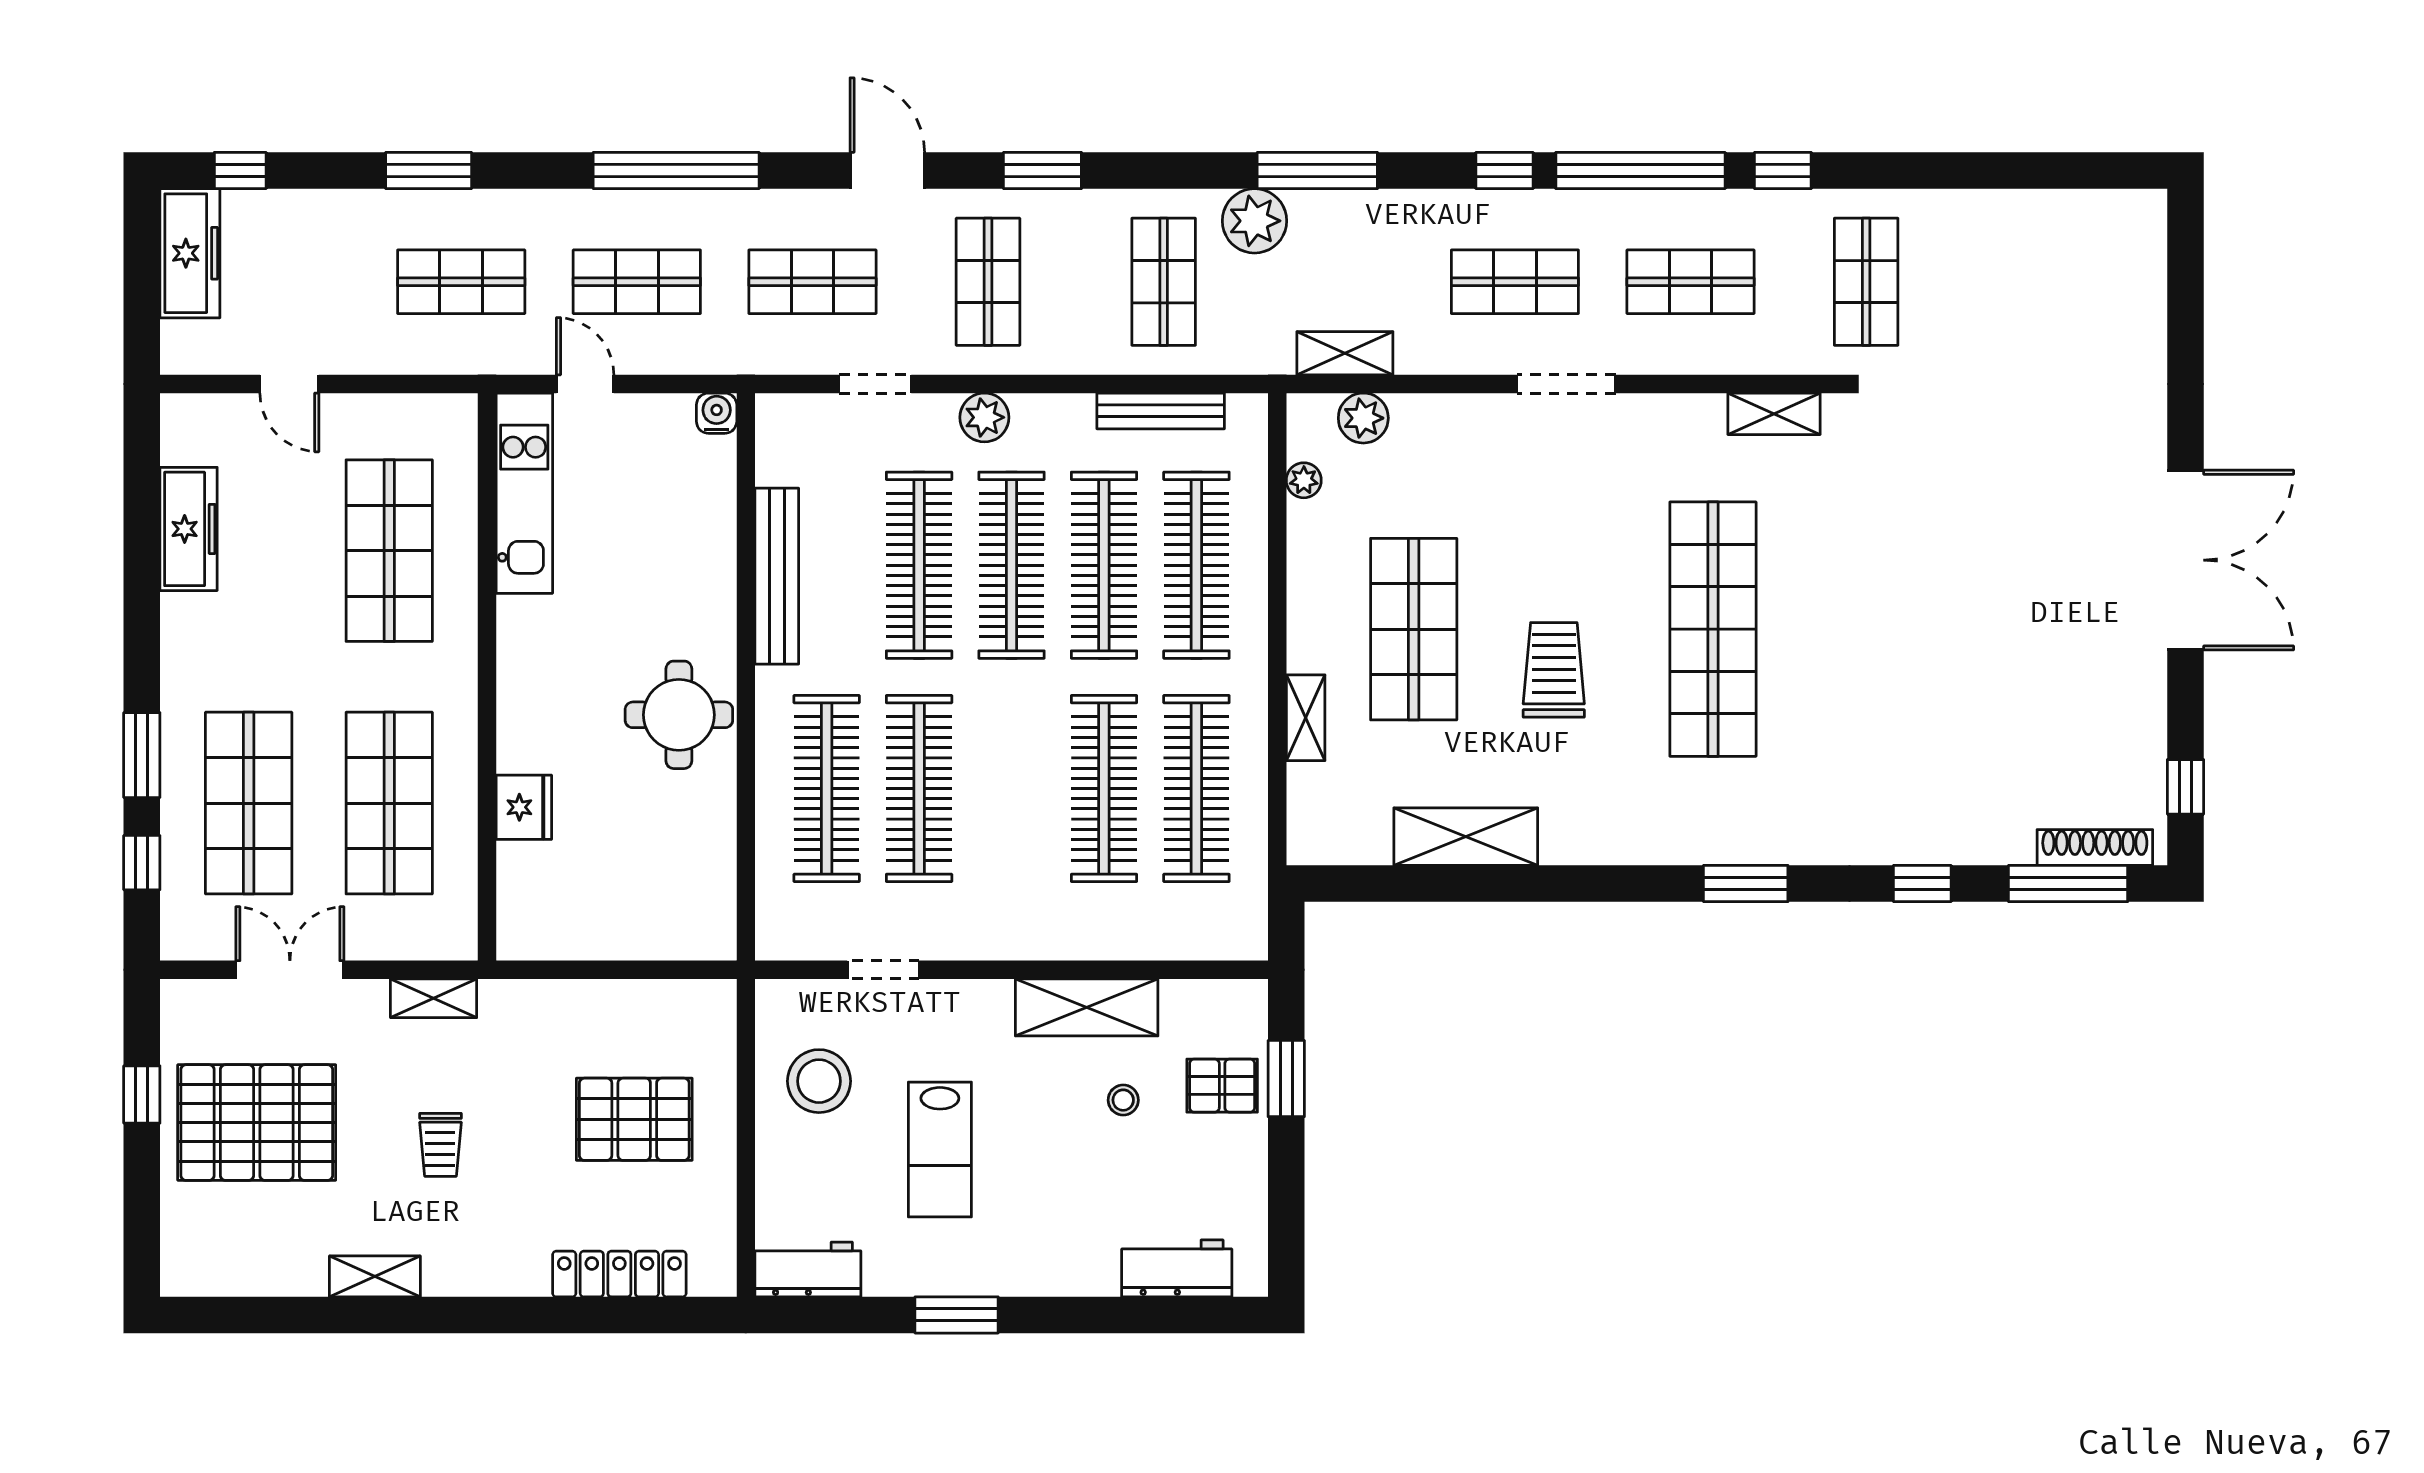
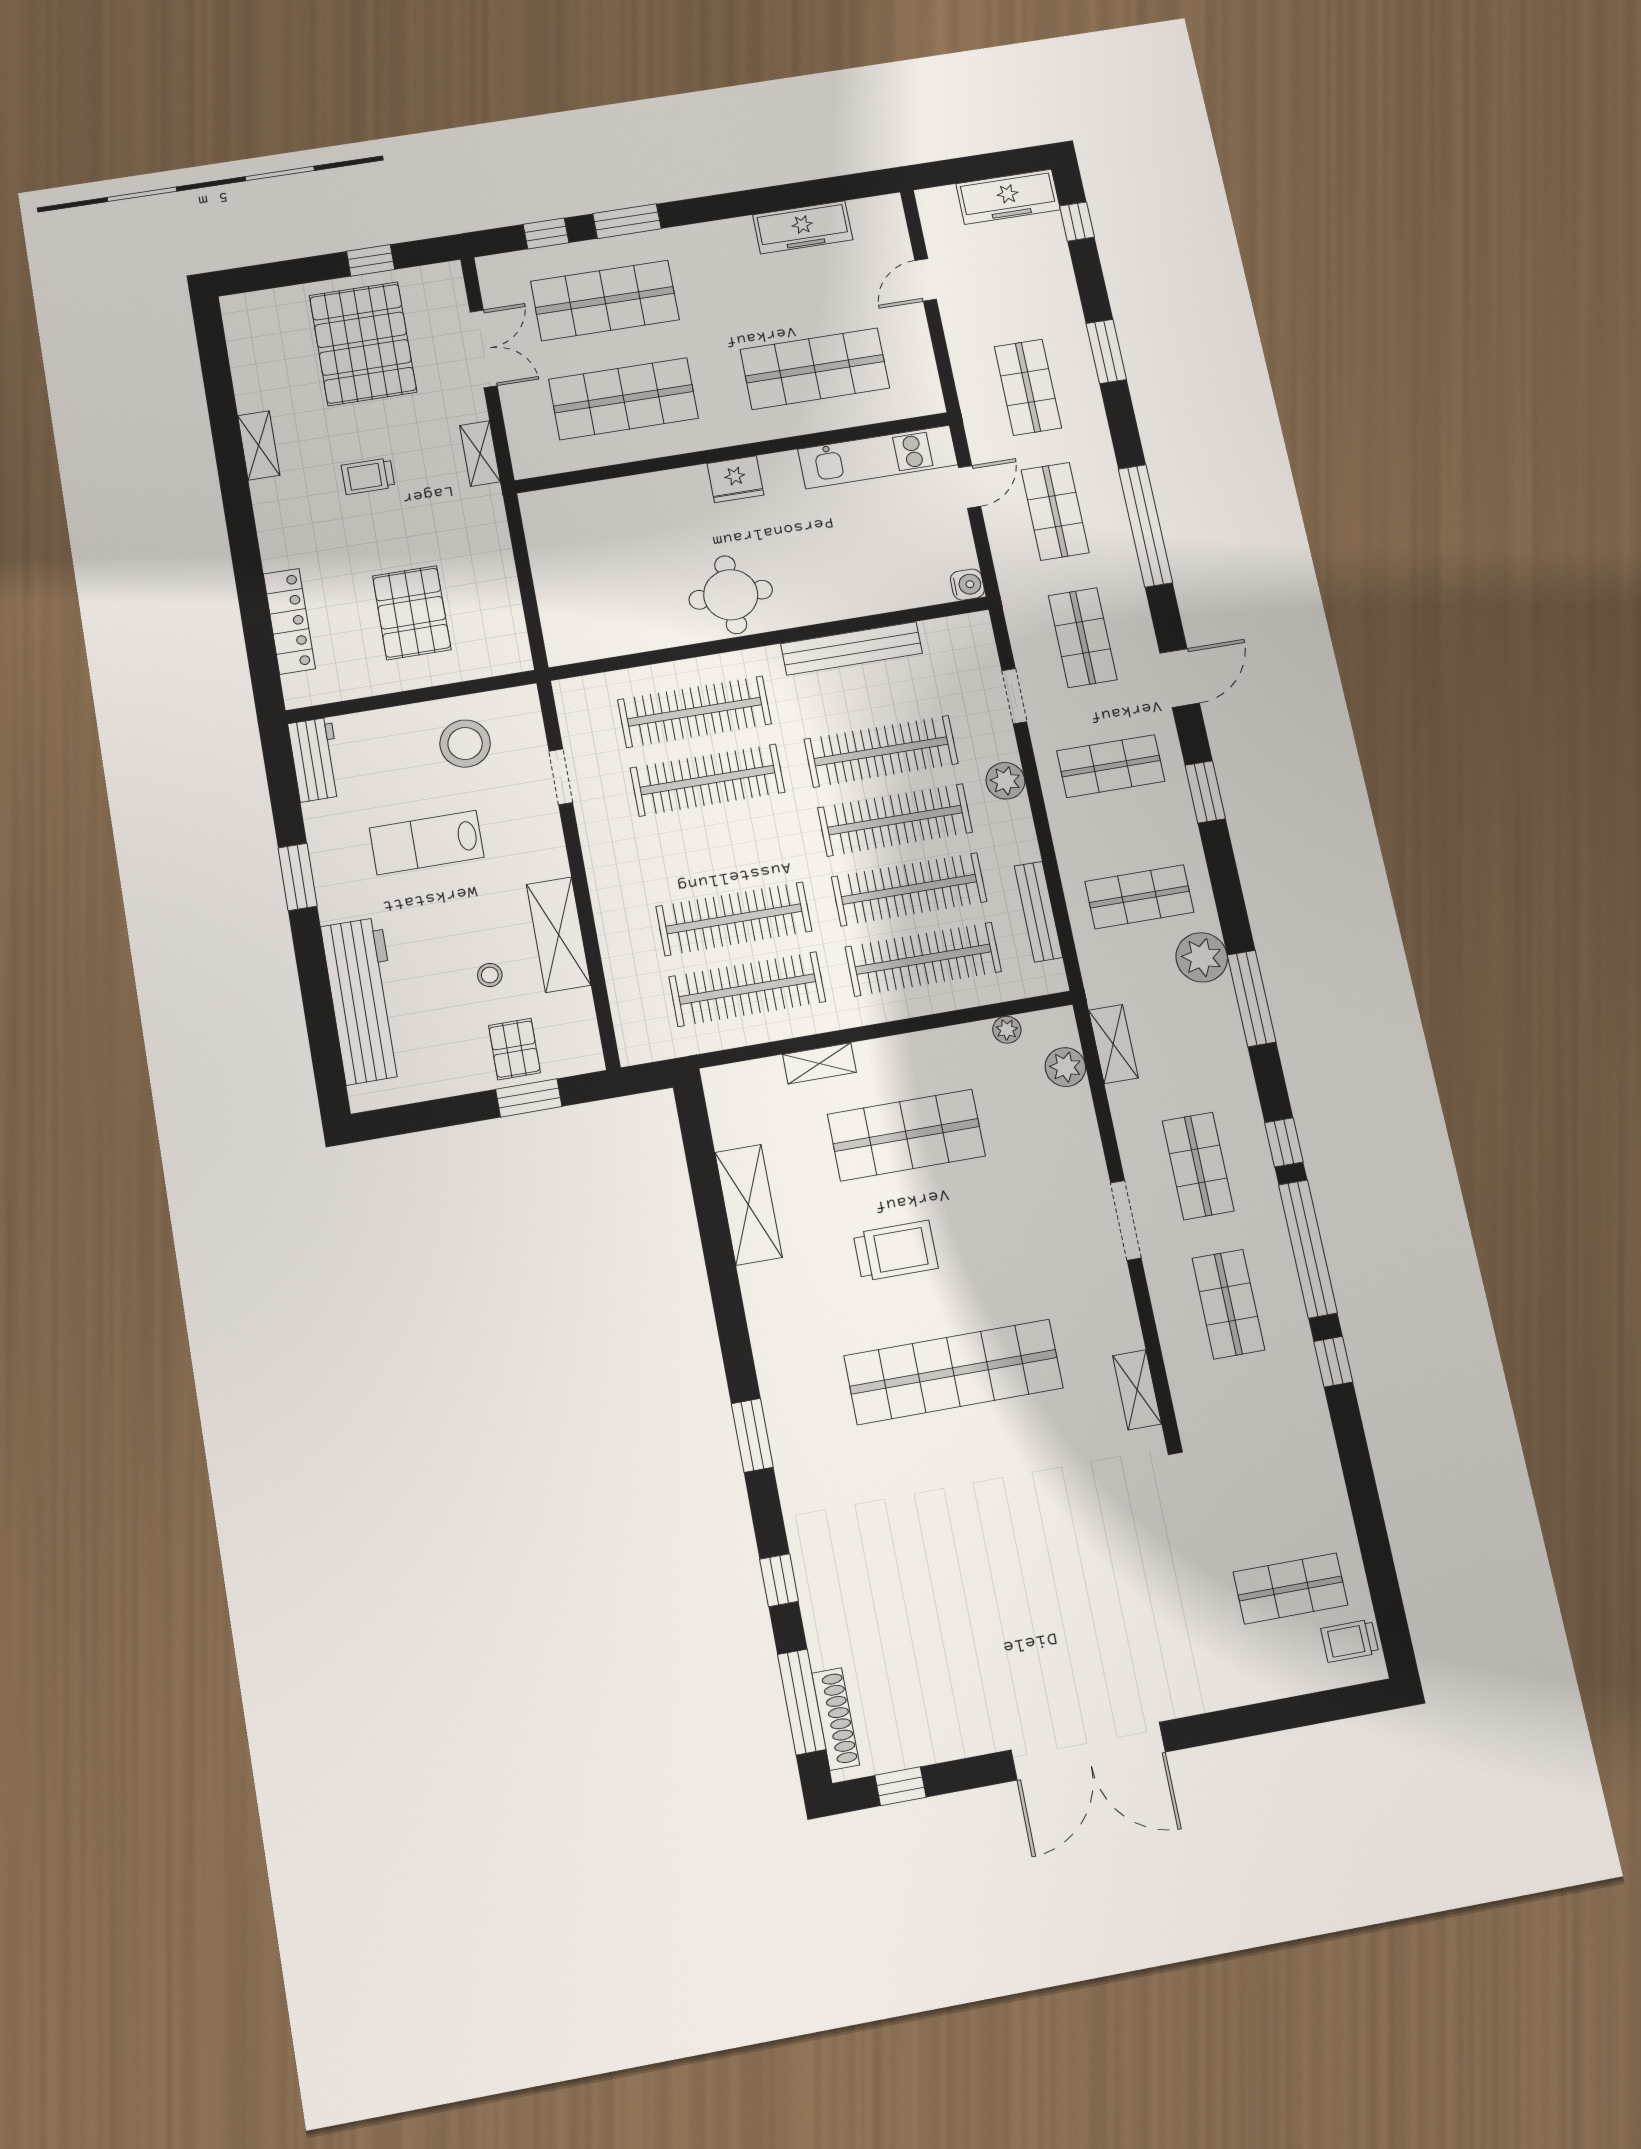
trolley: (2115, 225) -> (1350, 1641), added
shop shelf: (1866, 282) -> (1290, 1588), moved
fridge: (524, 807) -> (735, 479), moved
workbench: (1177, 1268) -> (363, 1001), width x1.88, depth x1.32

